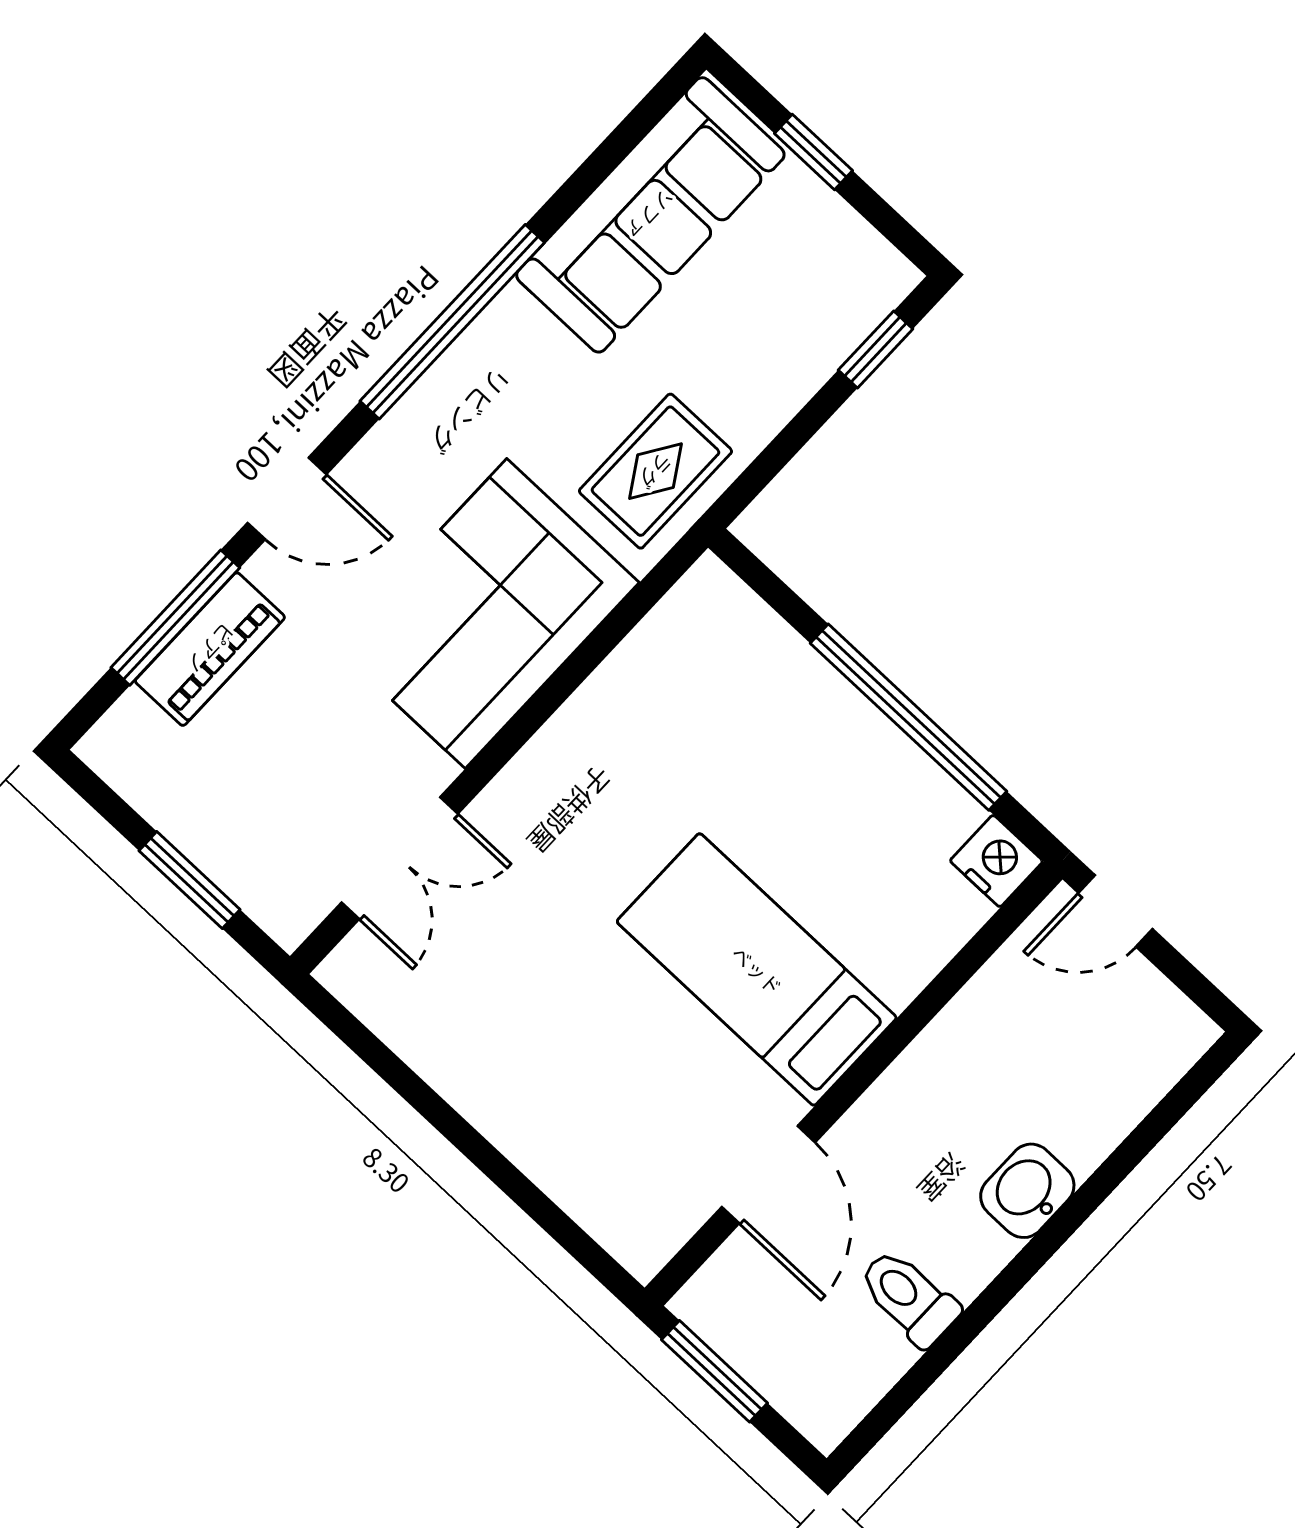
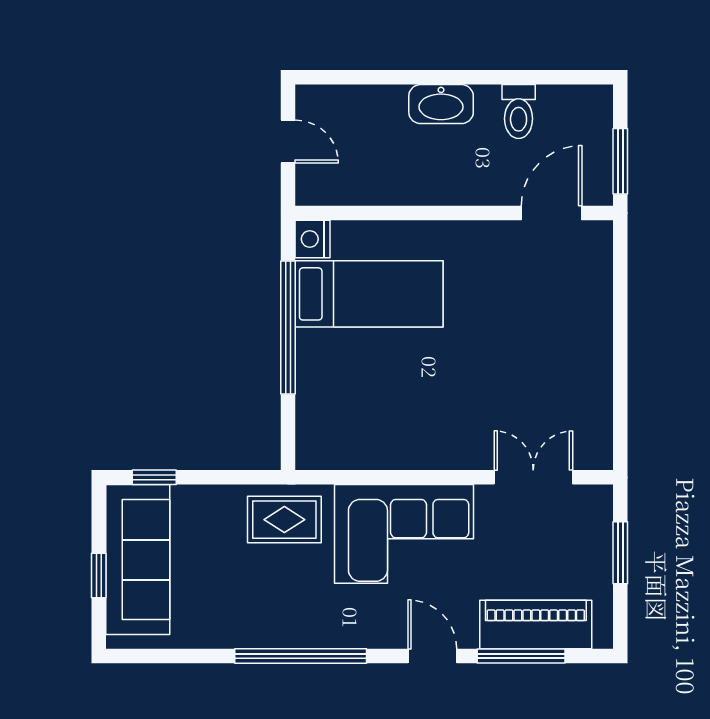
sofa: (650, 215) -> (138, 560), moved, turned 90
piano: (210, 649) -> (536, 624), width x1.37, depth x1.33
door: (1116, 911) -> (288, 141), moved
bed: (757, 970) -> (369, 294), moved, turned -90
door: (768, 1175) -> (552, 213), moved
washbasin: (1027, 1191) -> (441, 104), width x1.38

